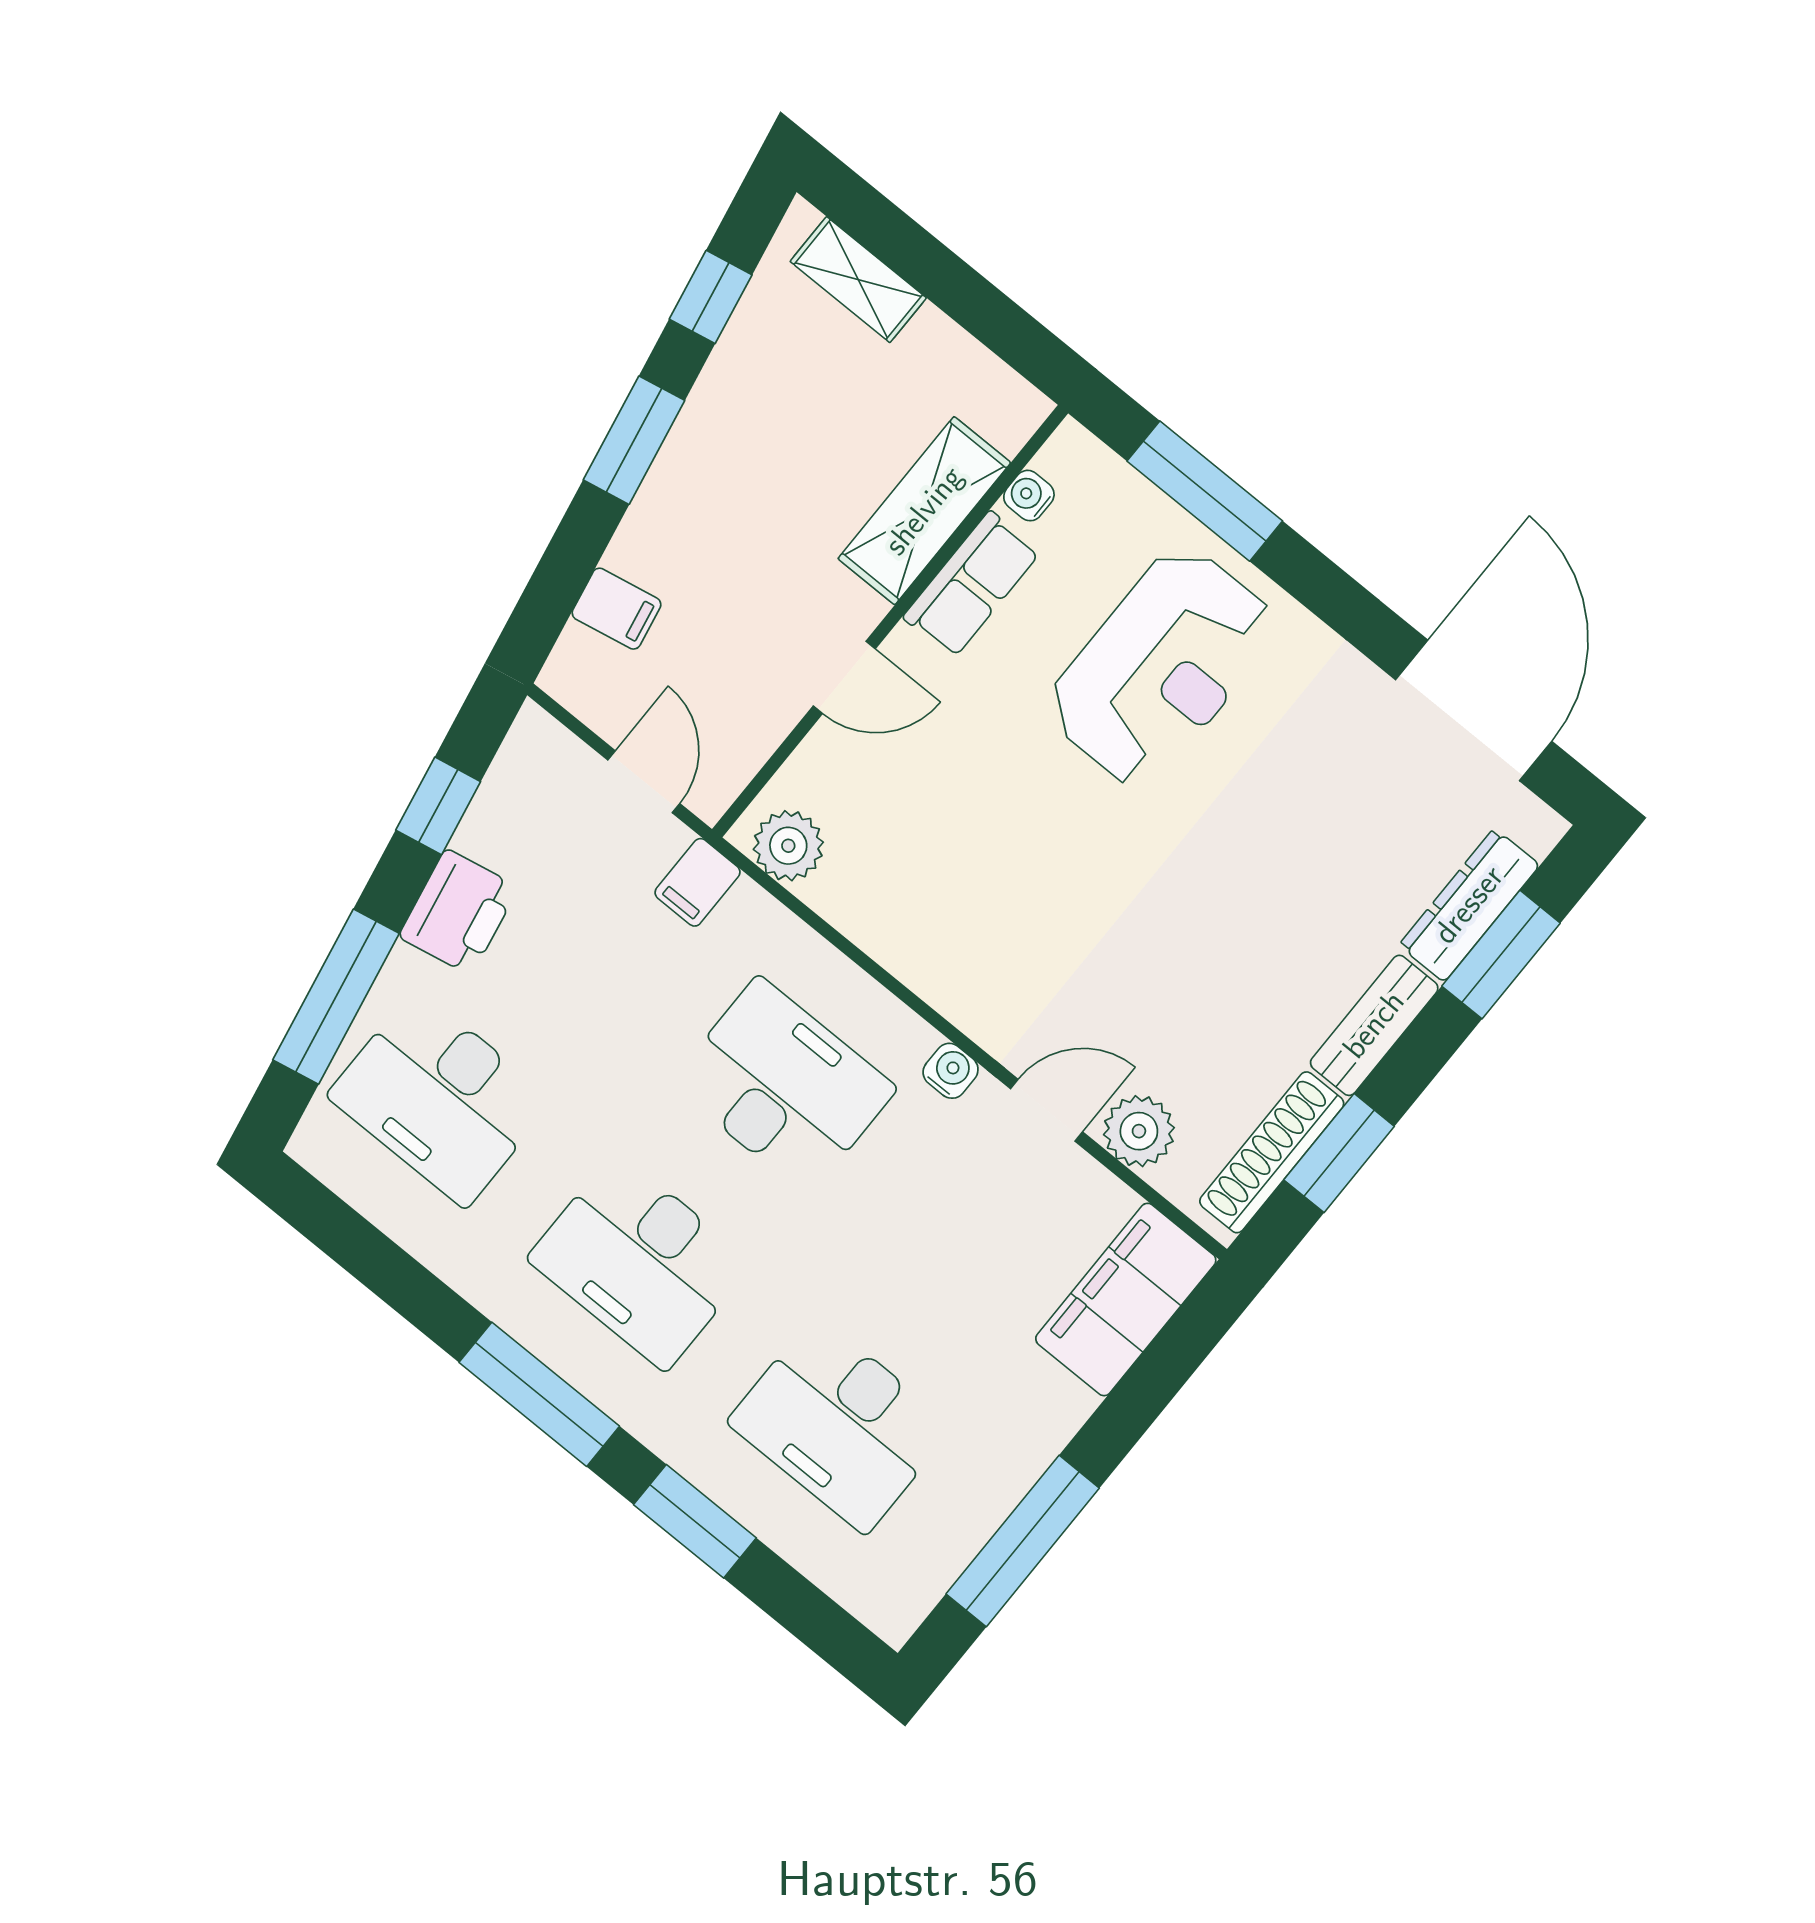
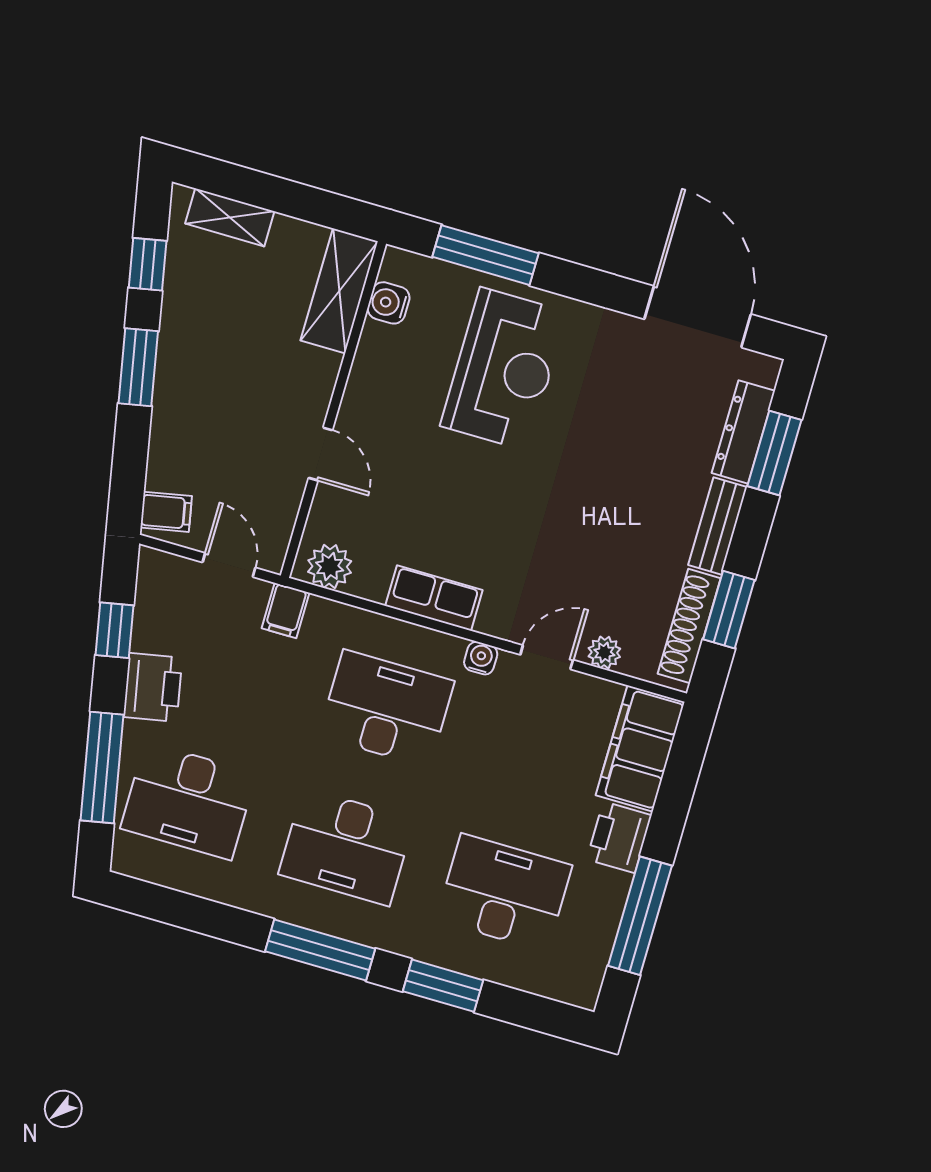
water cooler: (1029, 496) -> (389, 303), width x1.38, depth x1.38
shelving: (924, 511) -> (339, 291), moved
row of seats: (972, 585) -> (434, 598), moved, turned -90
filing cabinet: (616, 609) -> (166, 512), moved
door: (844, 677) -> (321, 454), hinge flipped
plant: (1139, 1131) -> (604, 653), width x0.73, depth x0.73
printer: (1041, 1415) -> (619, 837), added
desk: (840, 1424) -> (504, 893), turned 180

